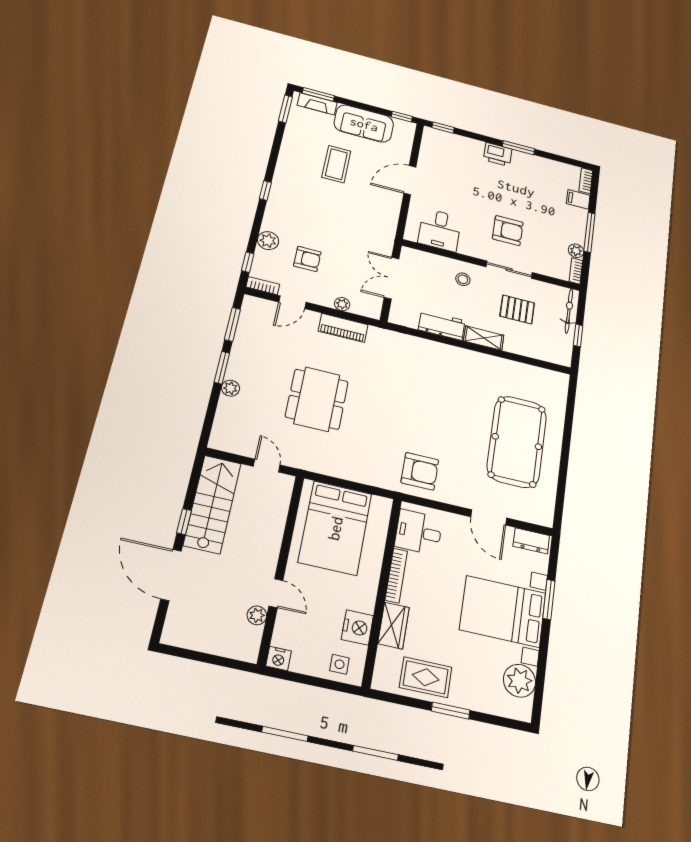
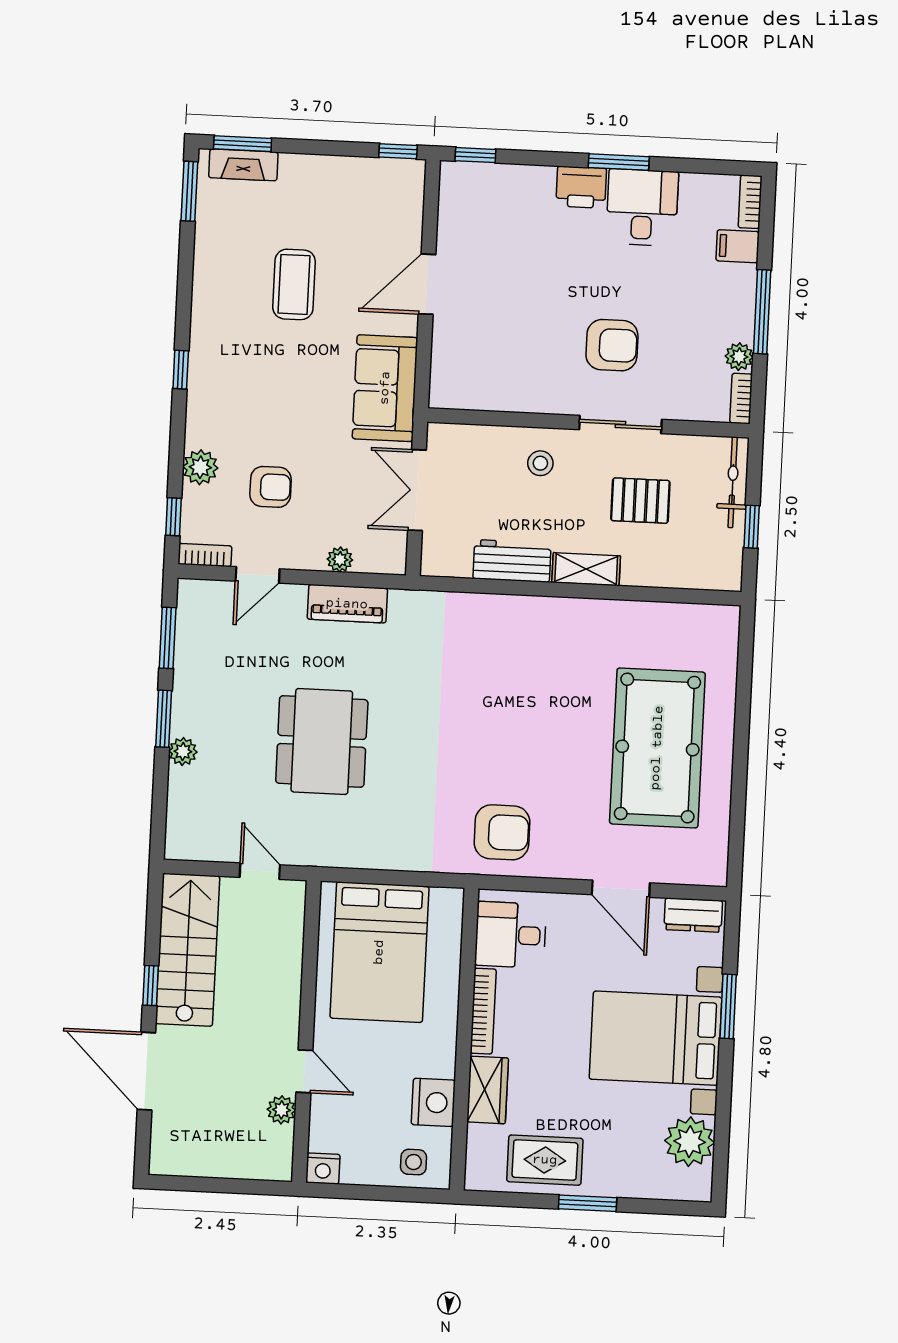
sofa: (364, 124) -> (385, 388), moved, turned 90
desk: (440, 230) -> (642, 207), moved, turned 180

